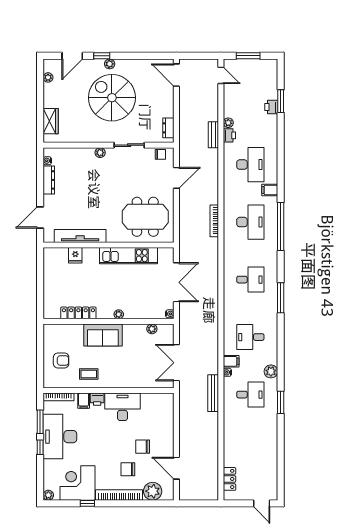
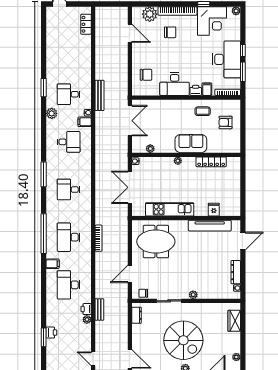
chair: (143, 447) -> (146, 75), moved

